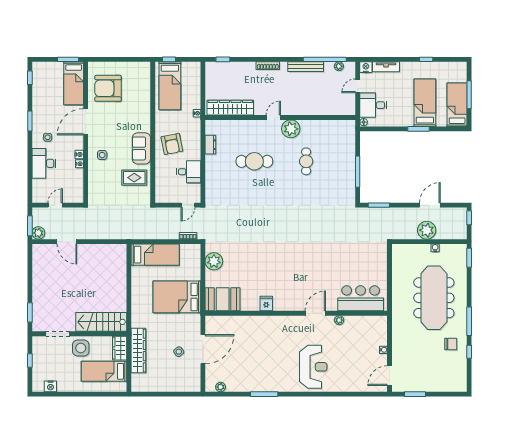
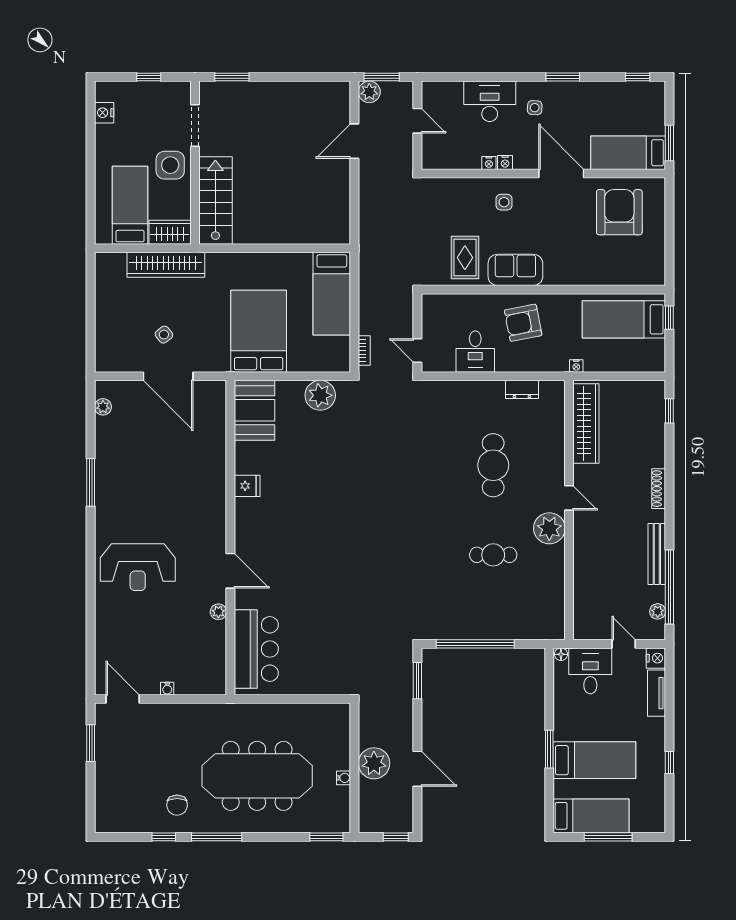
window: (358, 172) -> (475, 644), width x1.46

